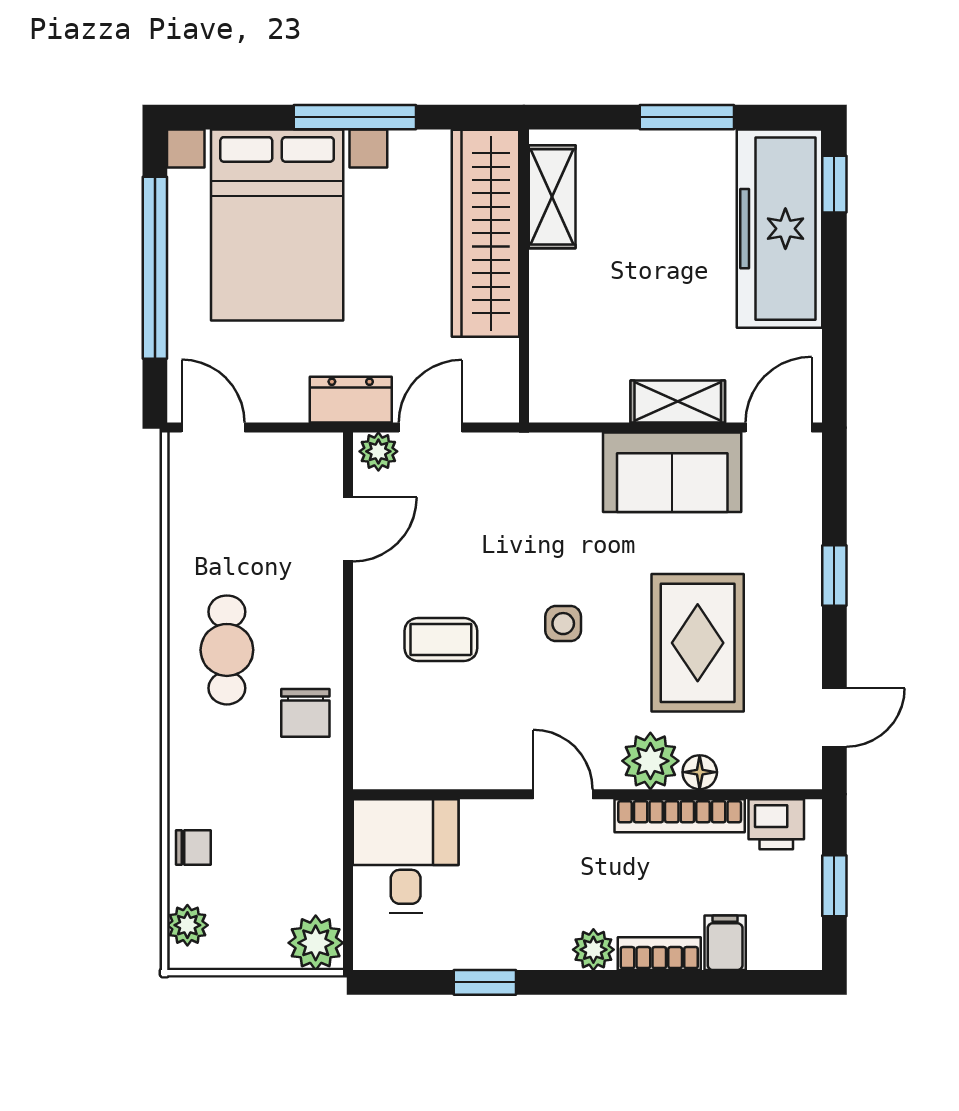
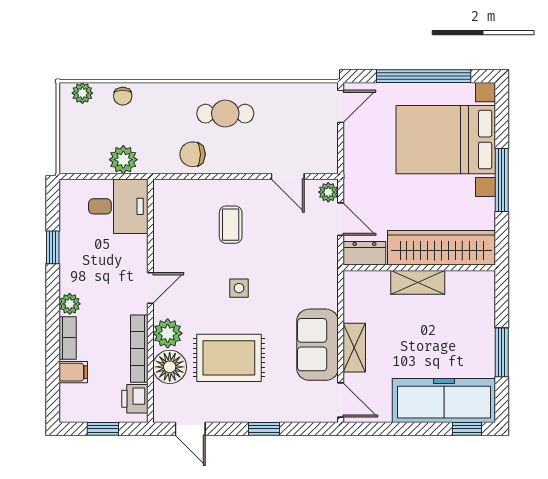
shelving: (552, 197) -> (418, 282), moved
dresser: (351, 400) -> (364, 253), moved, turned -90
floor lamp: (700, 772) -> (170, 367), width x1.89, depth x1.89
plant: (316, 943) -> (123, 160), moved

